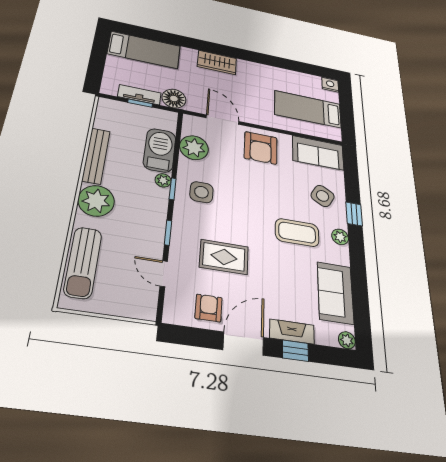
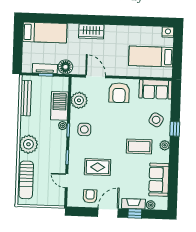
bench: (96, 156) -> (26, 98), moved
plant: (347, 340) -> (151, 205), moved

